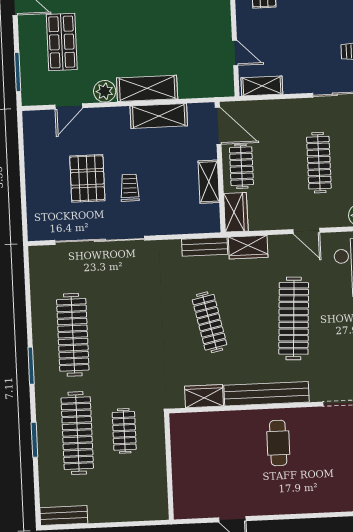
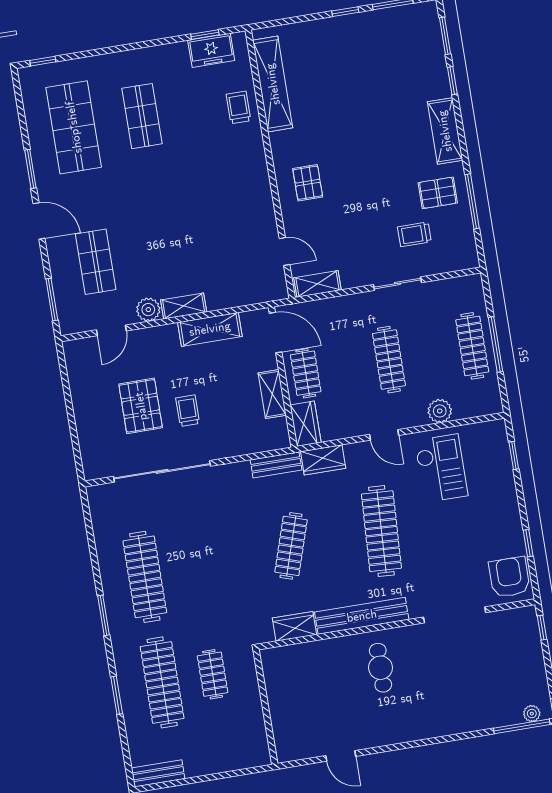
shelving: (147, 88) -> (184, 306), width x0.67, depth x0.75
clothes rail: (210, 322) -> (291, 546), turned 30

